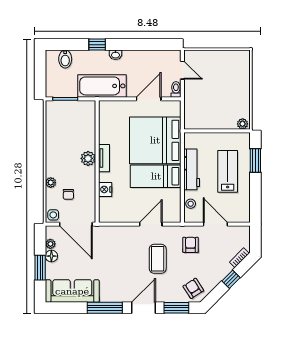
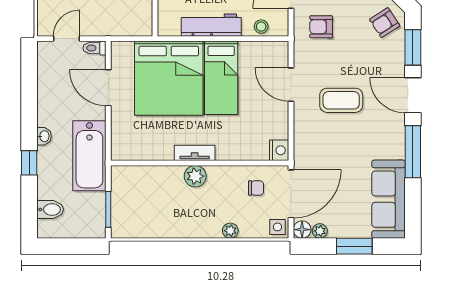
nightstand: (105, 189) -> (279, 150), moved, turned -90
chair: (68, 194) -> (256, 188), moved
floor lamp: (51, 256) -> (302, 230), moved
coffee table: (158, 259) -> (341, 100), moved

